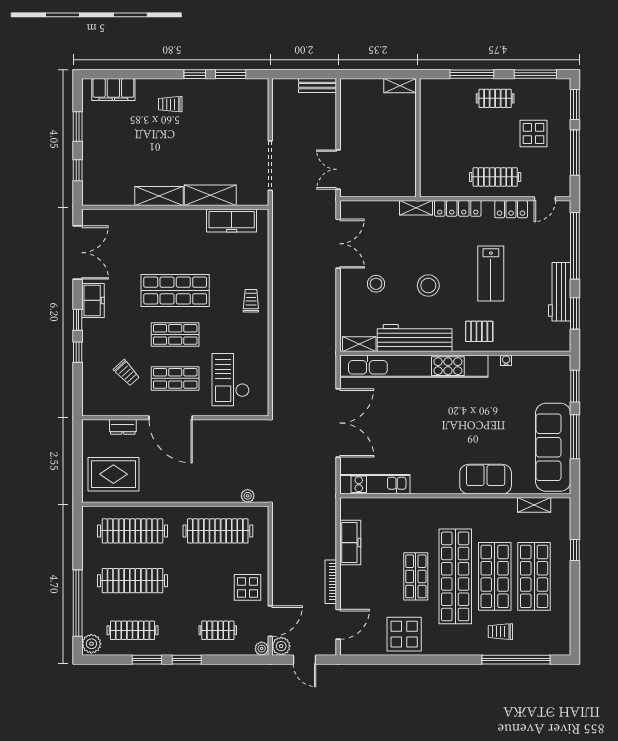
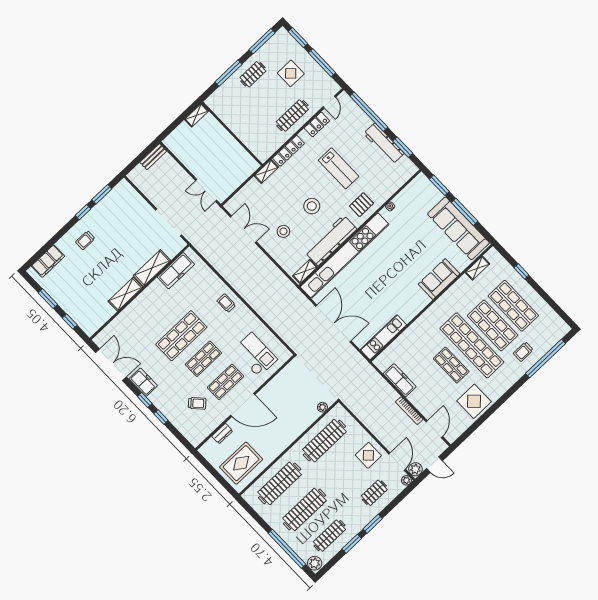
checkout: (231, 380) -> (255, 355), turned 180

